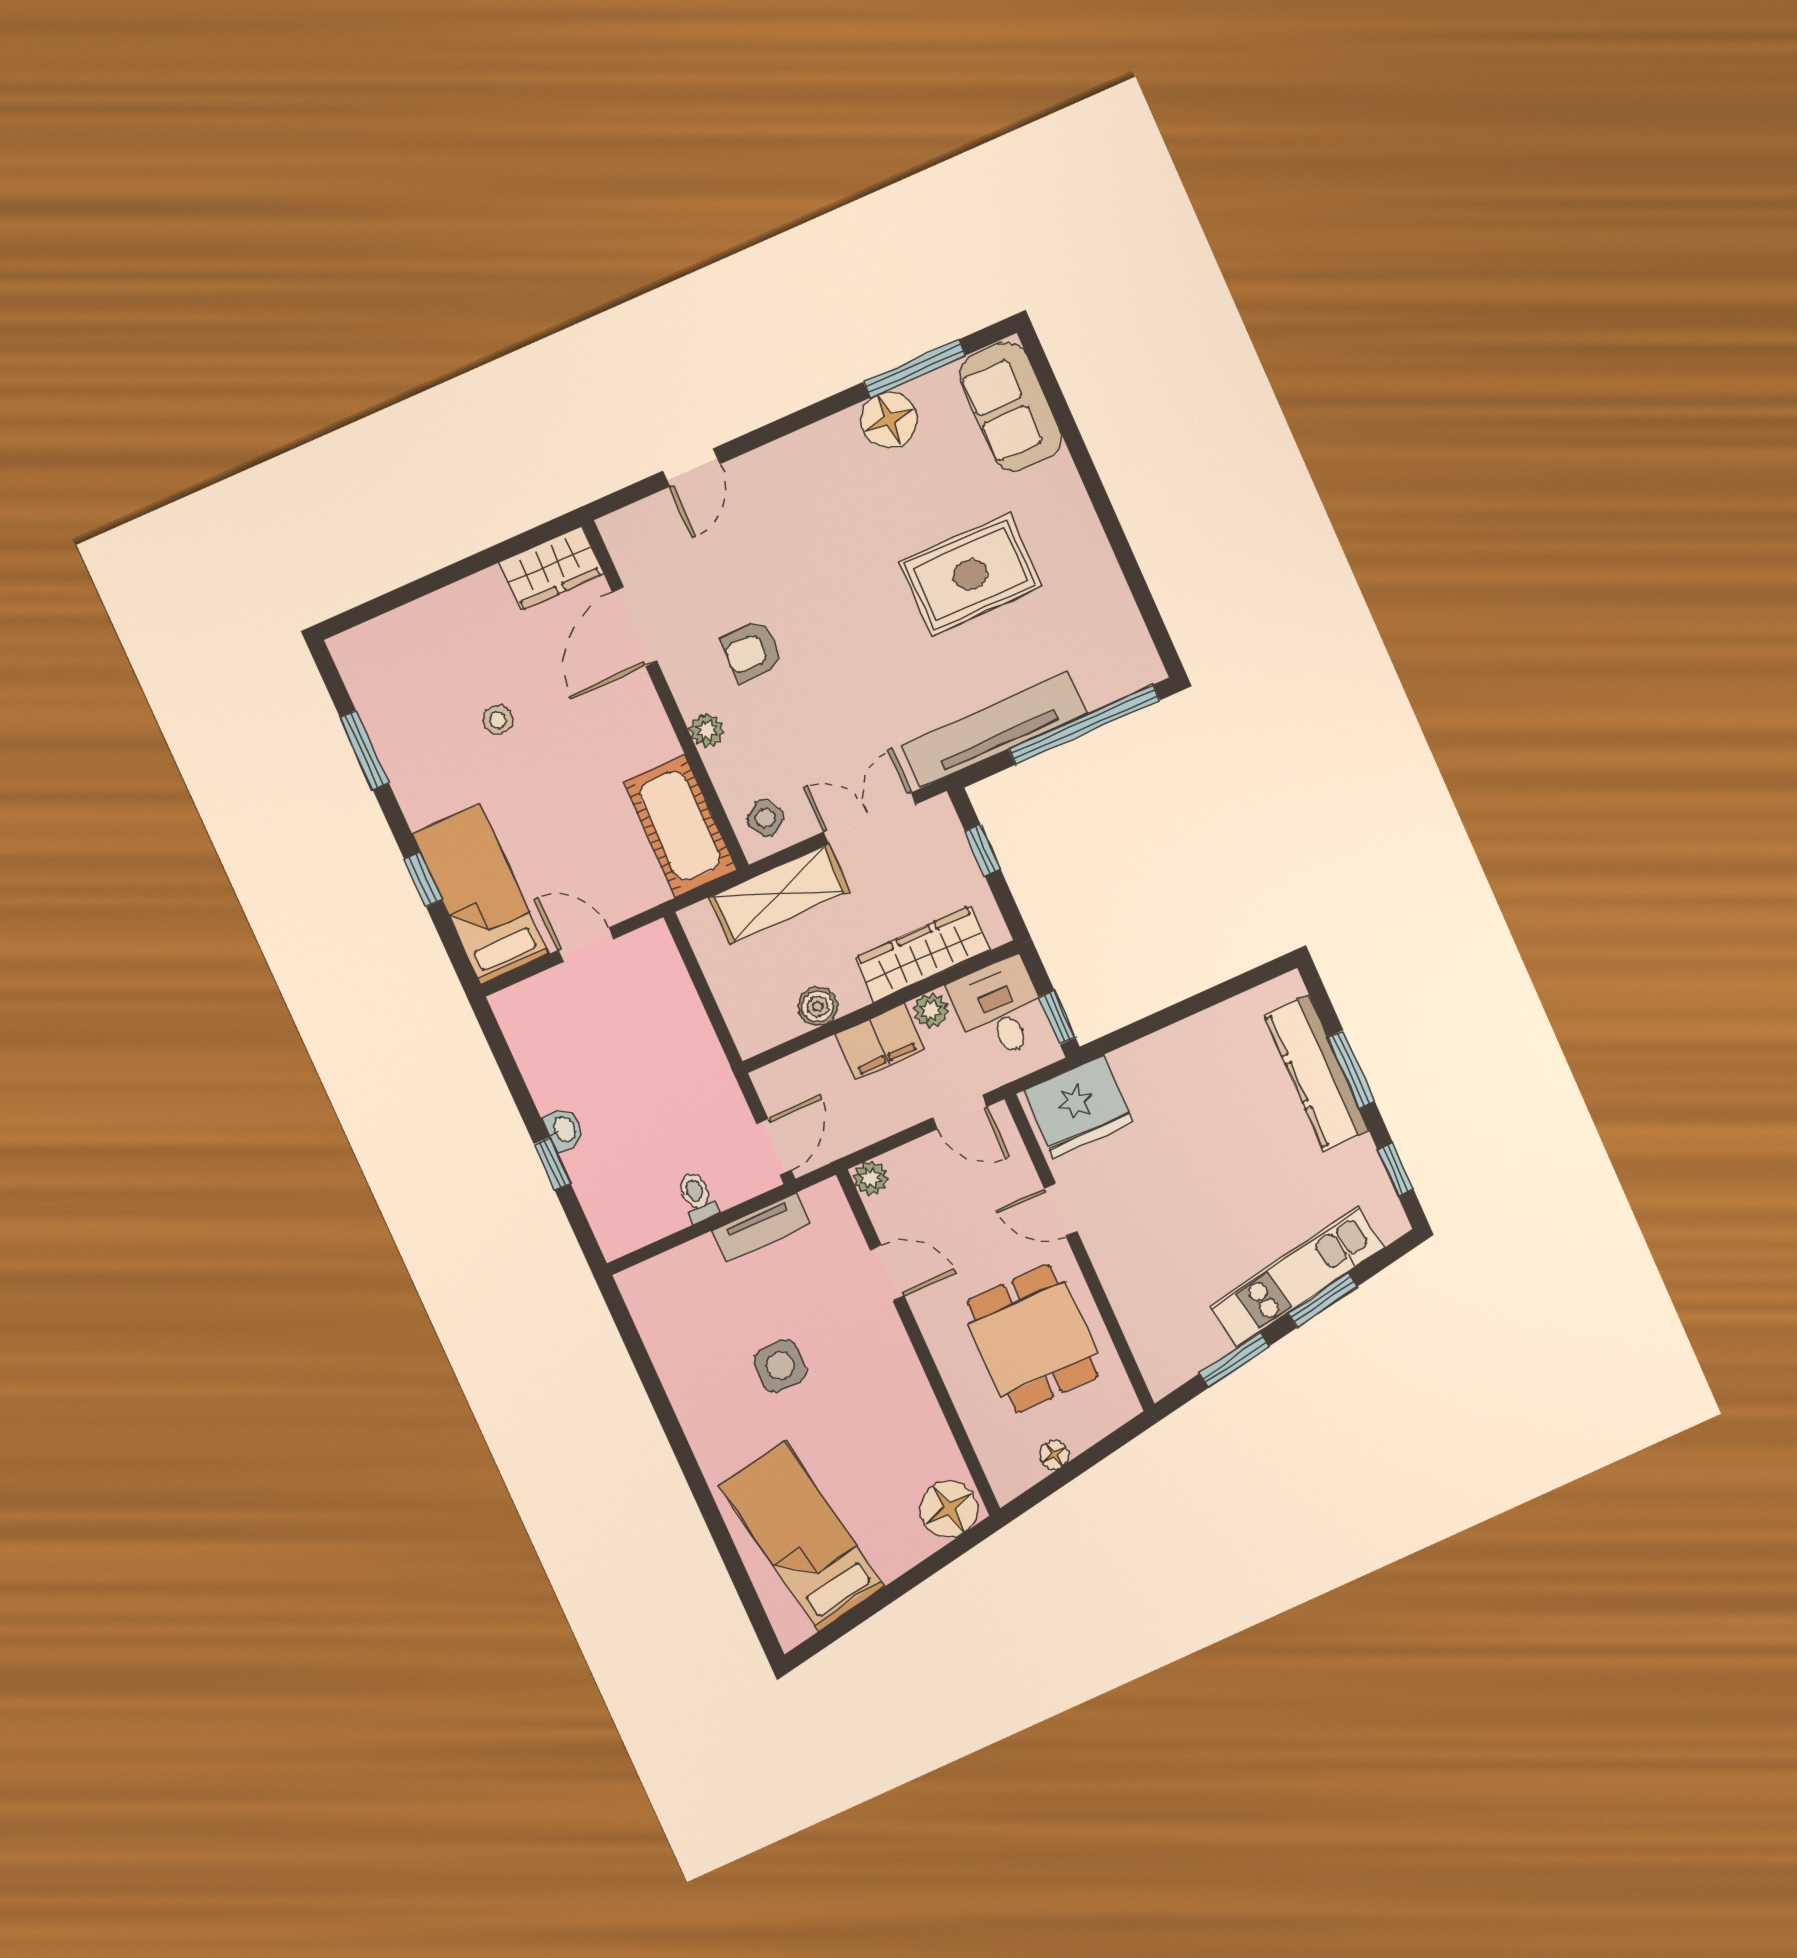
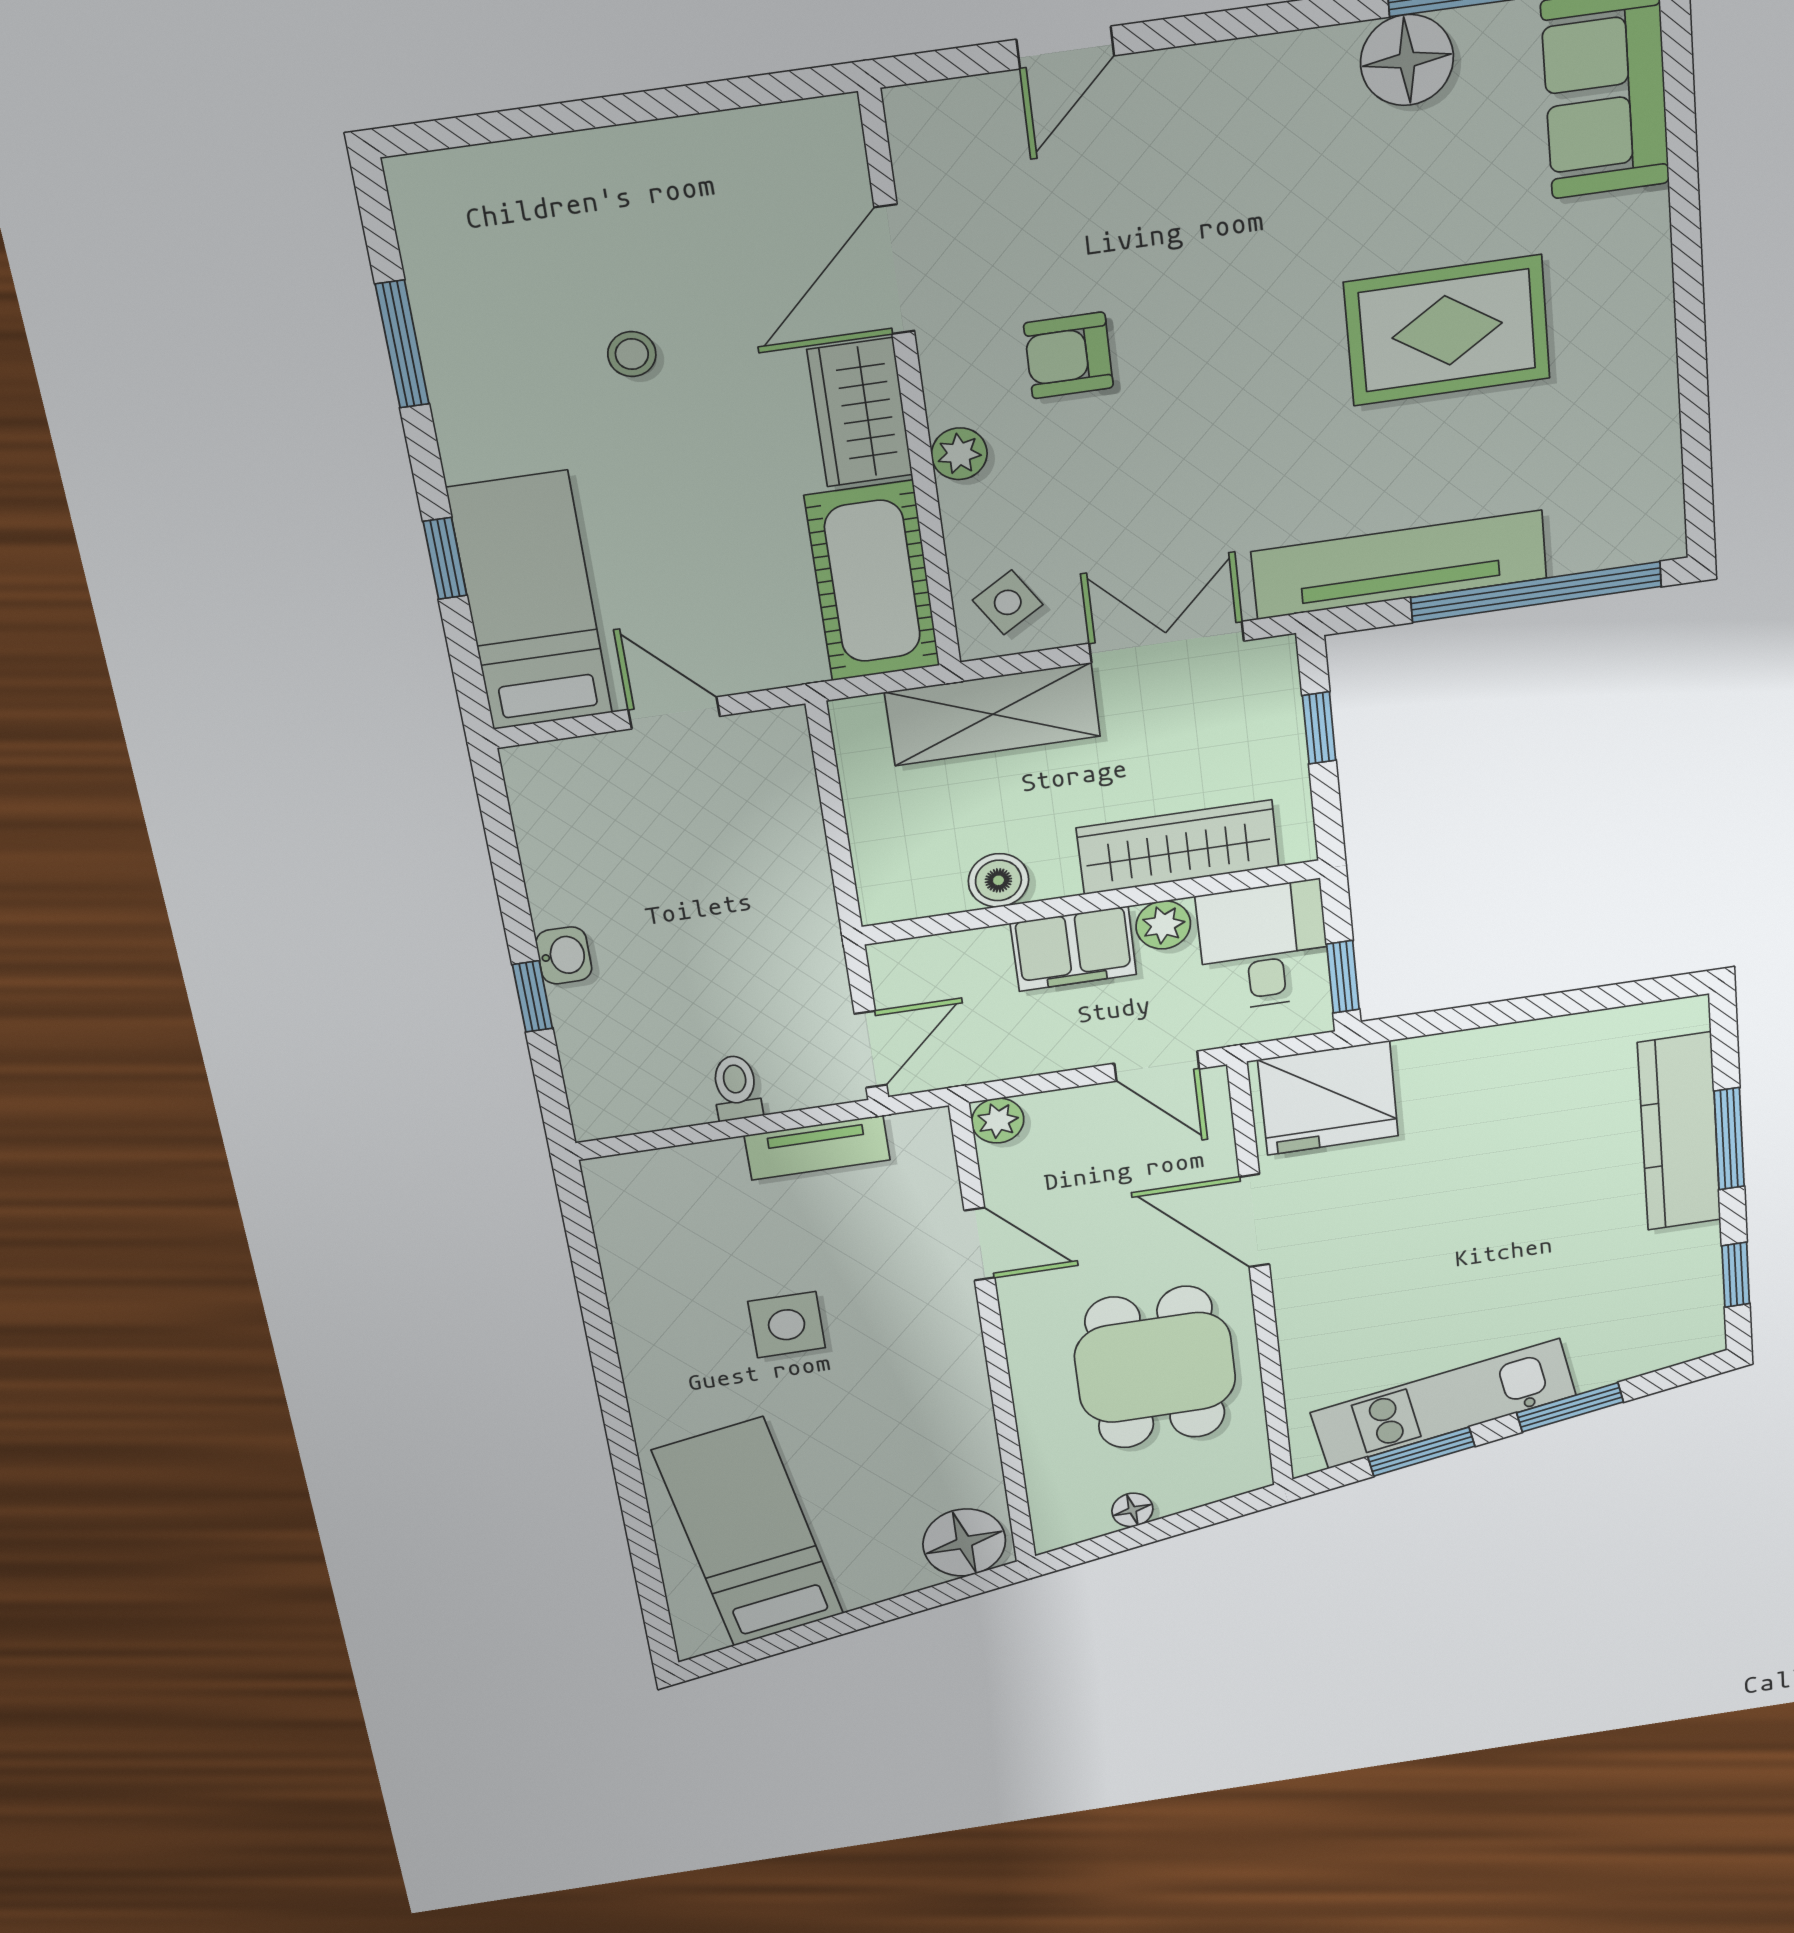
wardrobe: (551, 568) -> (860, 412), moved, turned 90
door: (1061, 1210) -> (1254, 1221), width x1.38
kitchen unit: (1297, 1277) -> (1443, 1404), moved

